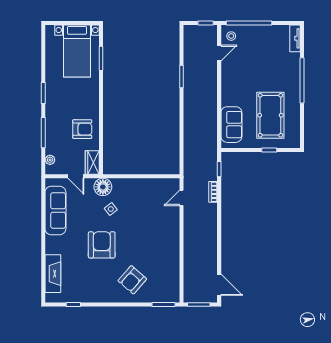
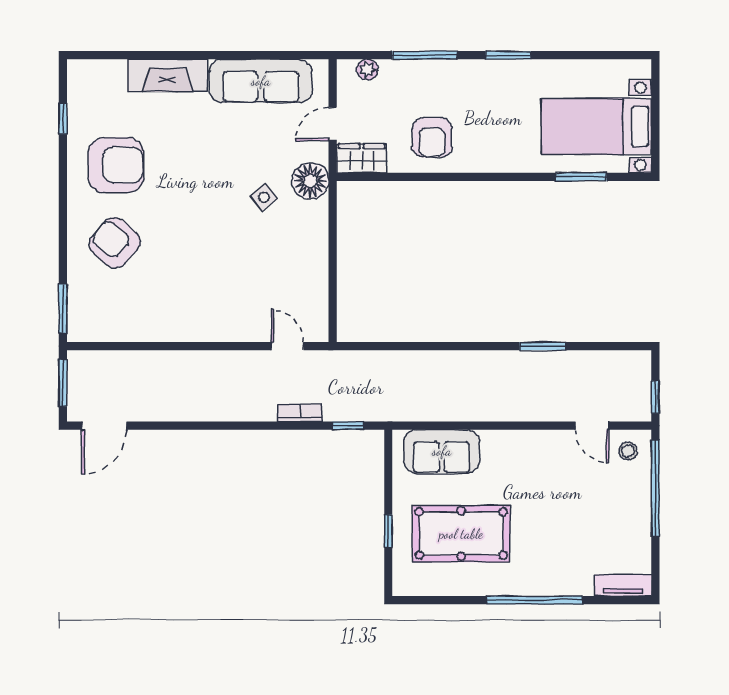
armchair: (102, 245) -> (116, 165), moved
fireplace: (53, 274) -> (168, 76), moved

